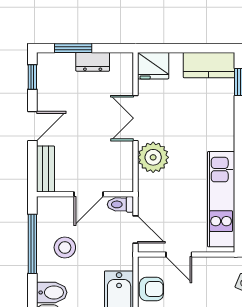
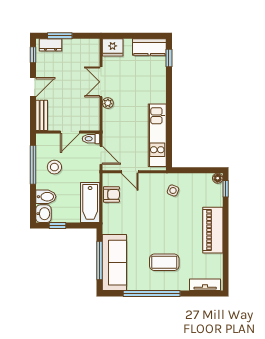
dresser: (93, 62) -> (50, 45), moved
plant: (153, 157) -> (108, 103), width x0.53, depth x0.53

